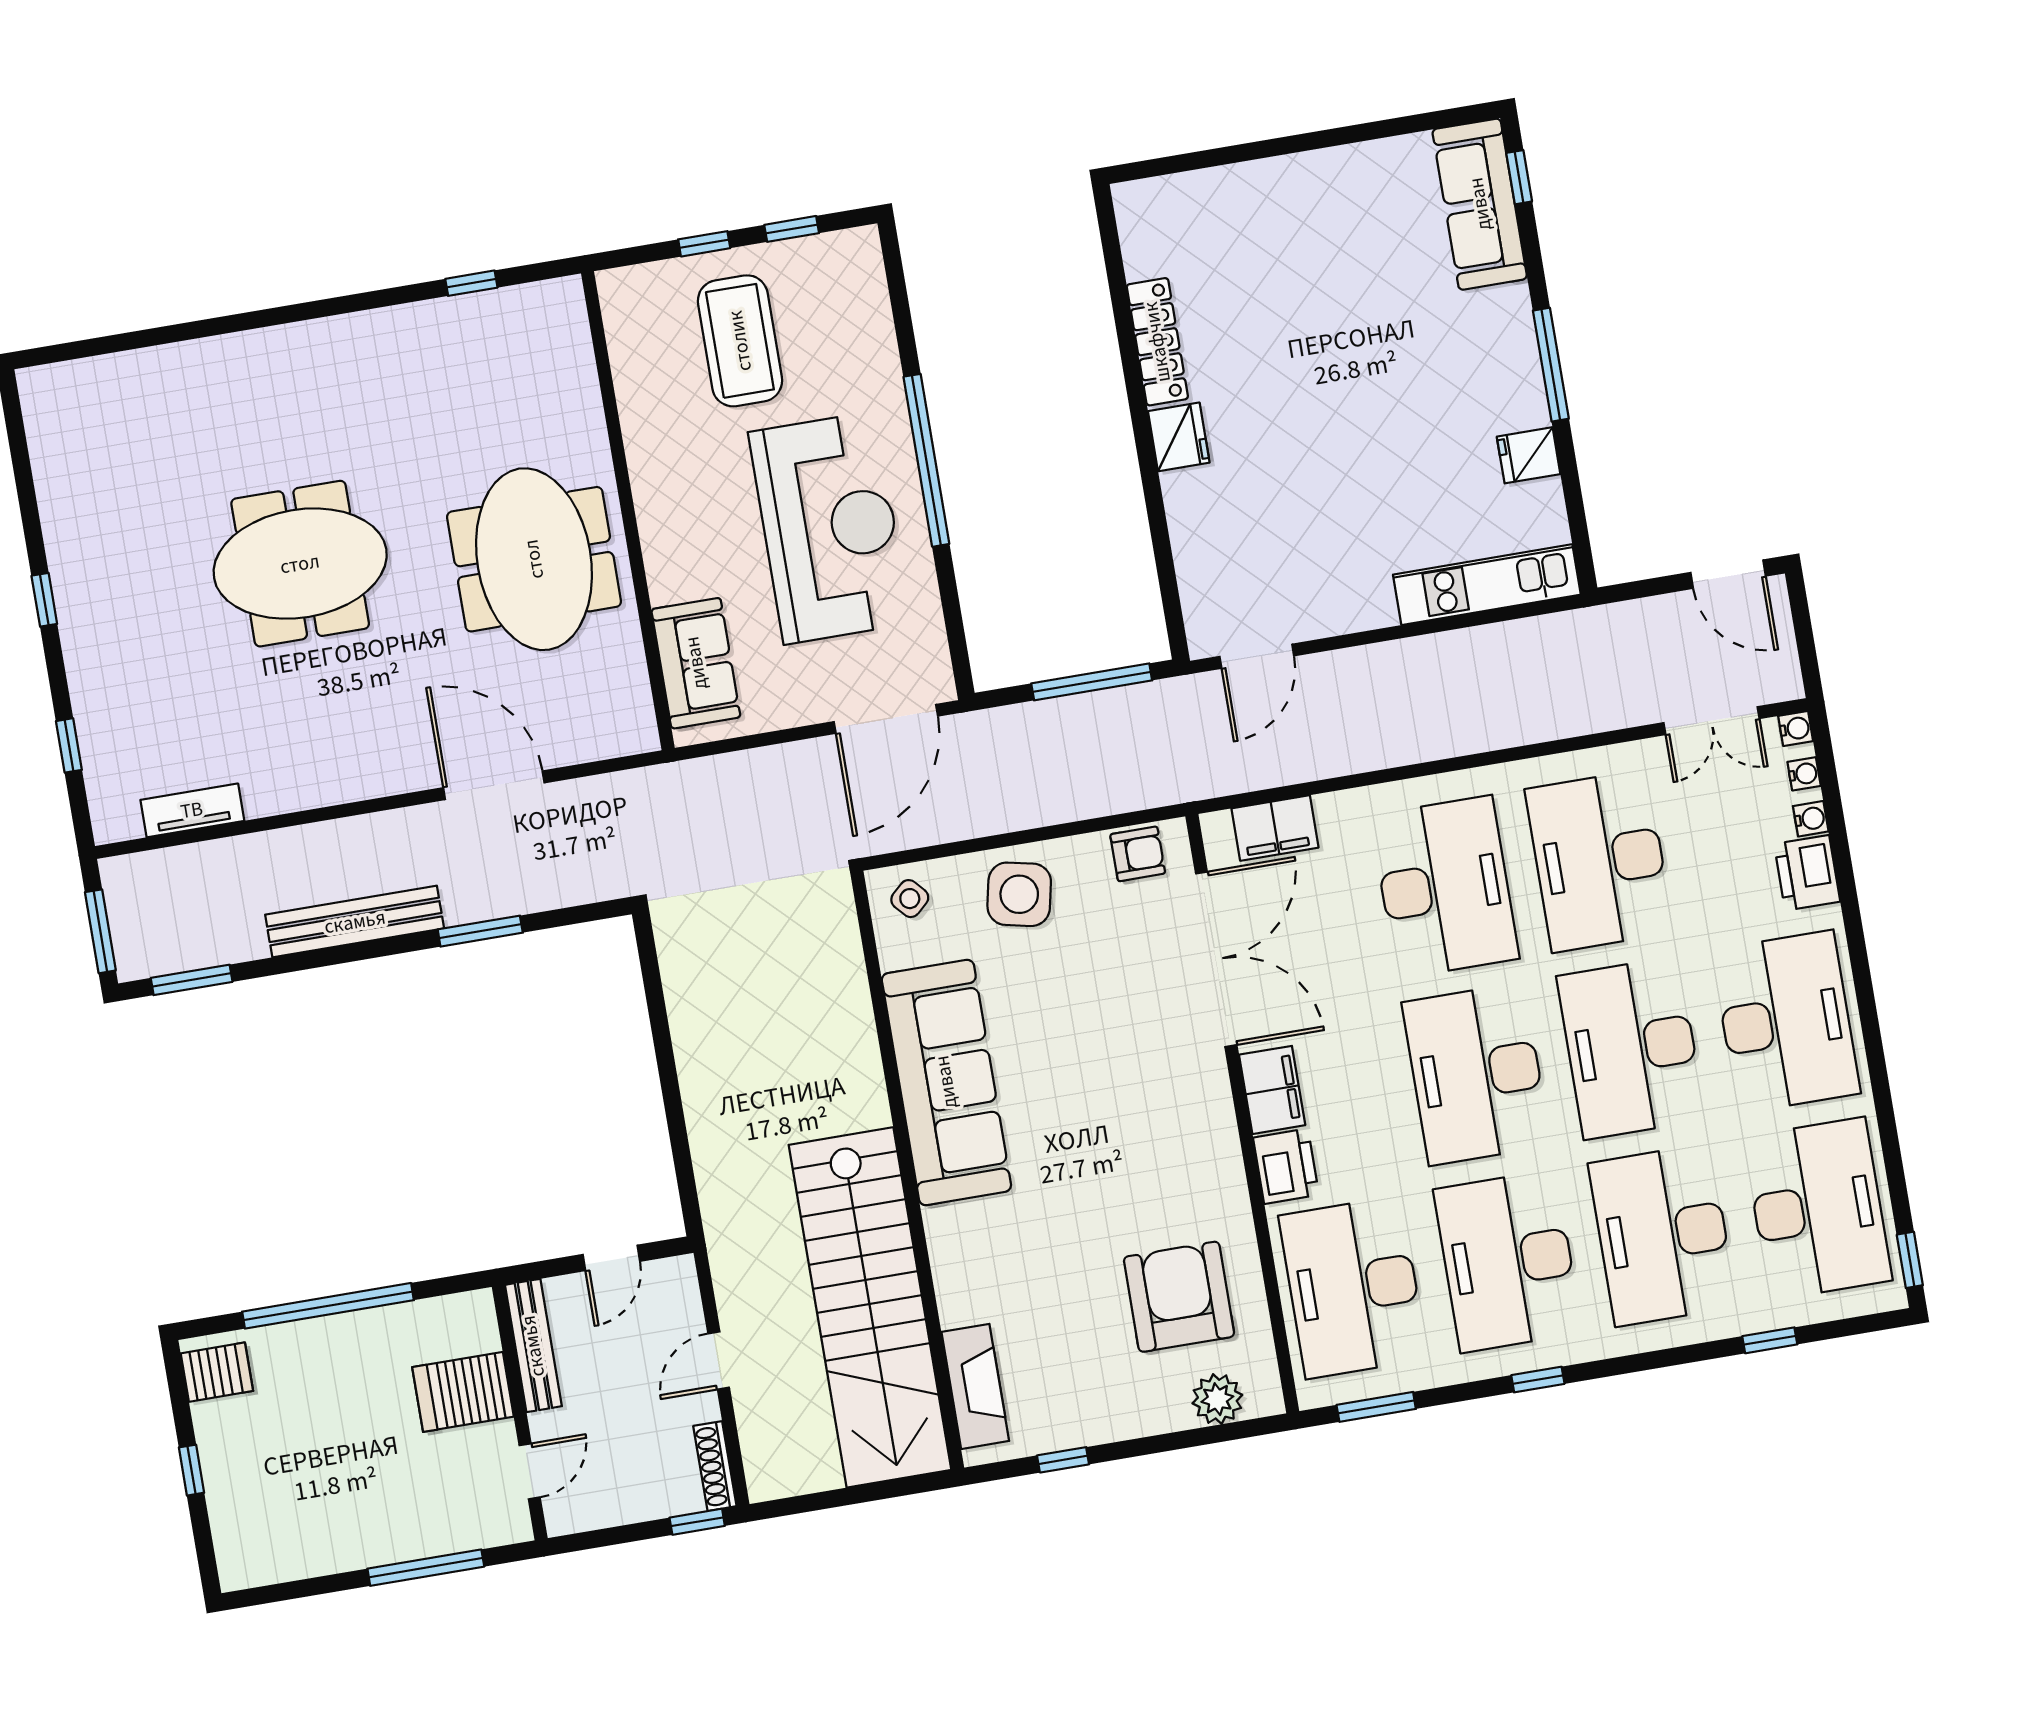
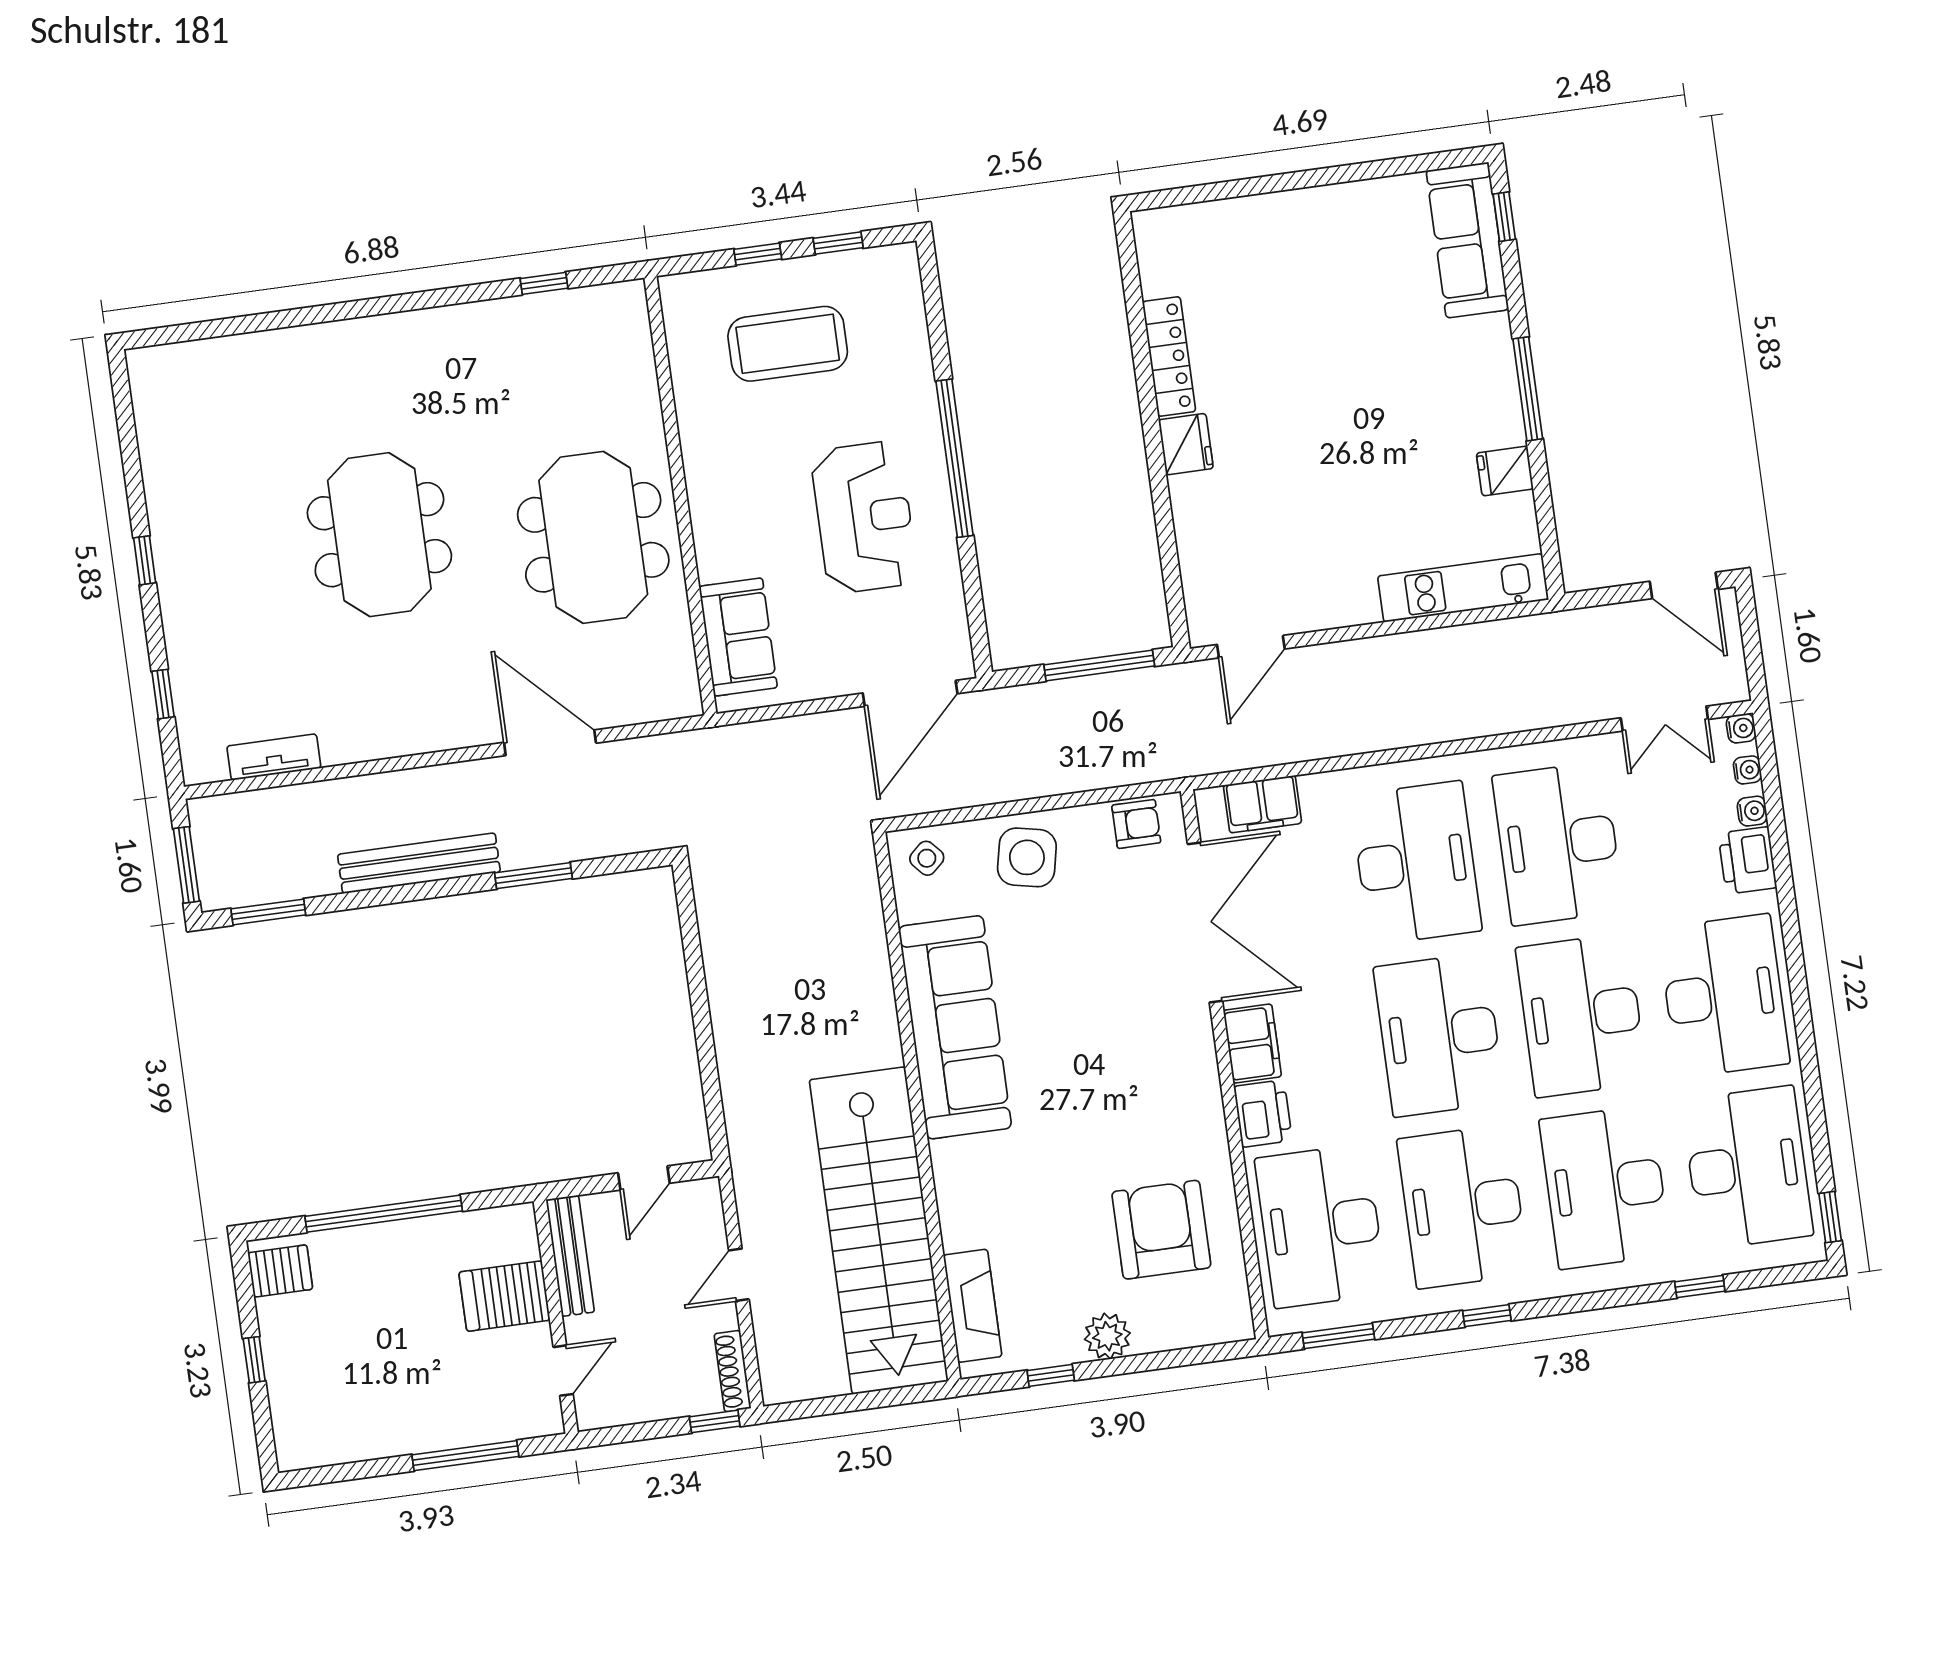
coffee table: (740, 341) -> (788, 344), turned 90
reception desk: (830, 528) -> (864, 517), width x0.74, depth x0.77
meeting table: (300, 564) -> (379, 535), turned 90
plant: (1217, 1399) -> (1107, 1336), moved

